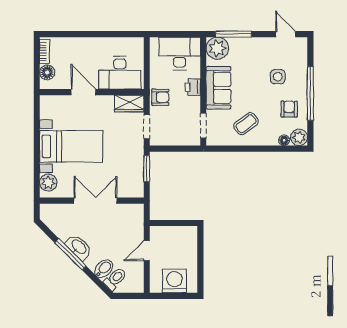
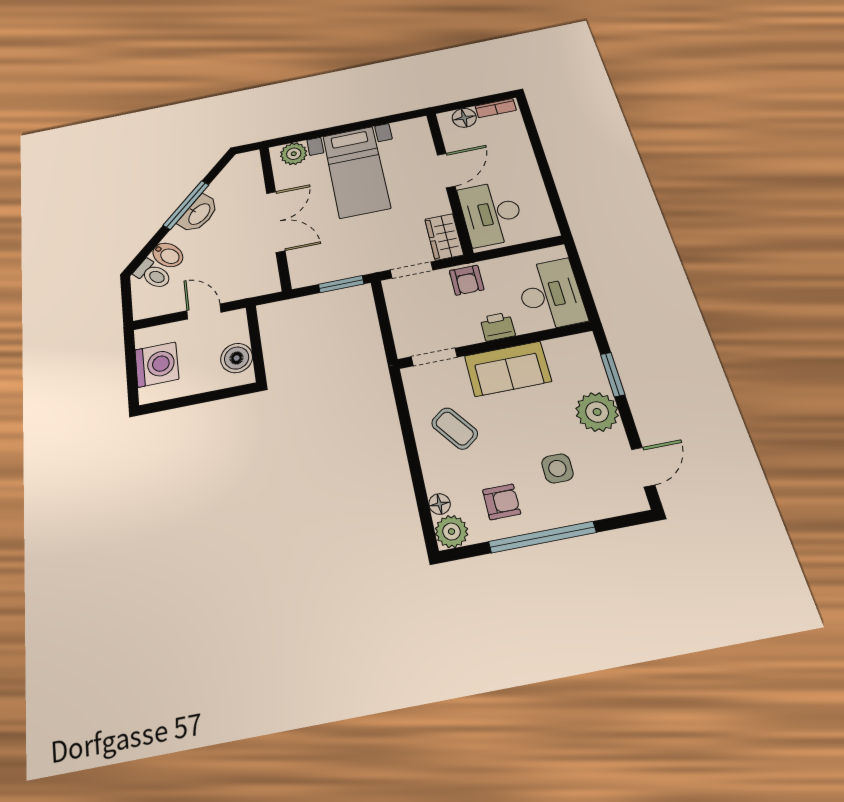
window: (233, 34) -> (613, 374), width x0.69
plant: (217, 48) -> (597, 412), moved
boiler: (180, 235) -> (237, 358), added

